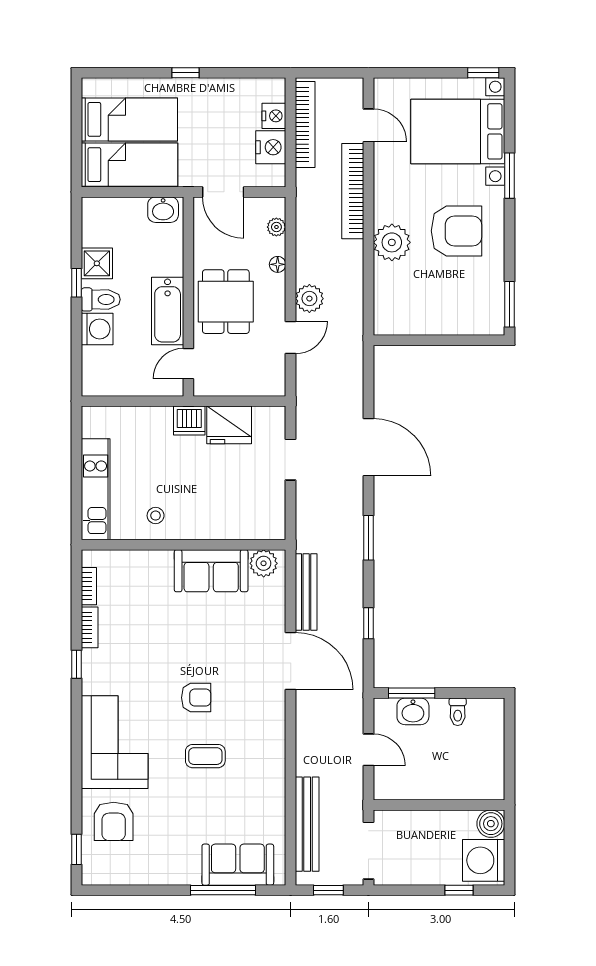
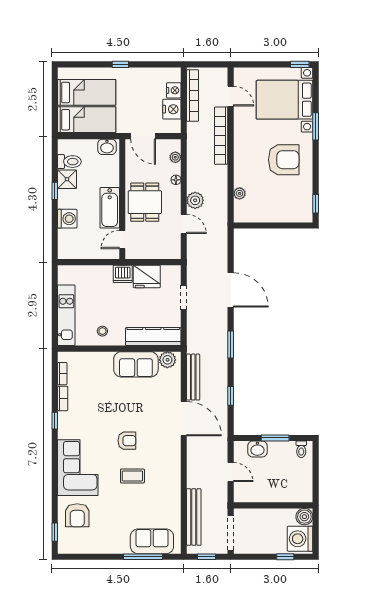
plant: (392, 242) -> (240, 193), moved, width x0.53, depth x0.53
toilet: (101, 299) -> (69, 162), moved
window: (510, 304) -> (316, 204), width x0.67
door: (291, 338) -> (184, 224), hinge flipped
kitchen counter: (240, 525) -> (153, 336), added
window: (412, 693) -> (275, 438), moved
toilet: (458, 712) -> (301, 449), moved

